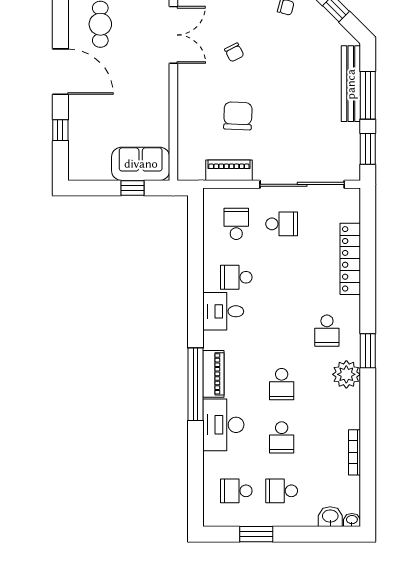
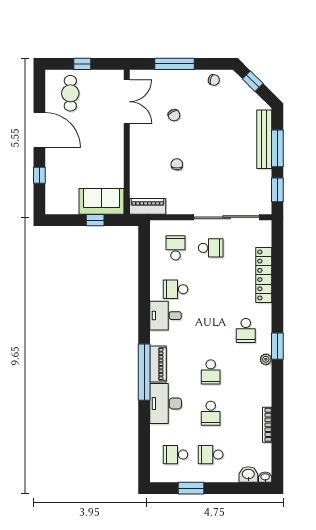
chair: (238, 116) -> (177, 164), width x0.54, depth x0.54
piano: (229, 170) -> (148, 206), moved
plant: (346, 374) -> (266, 359), width x0.53, depth x0.53

